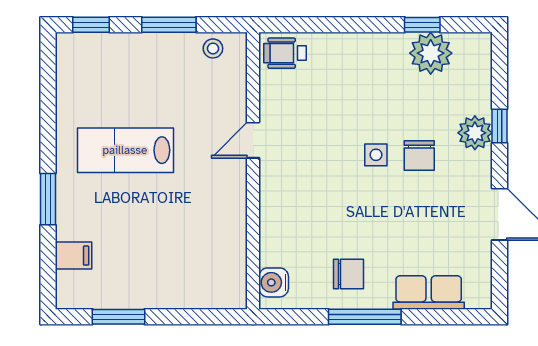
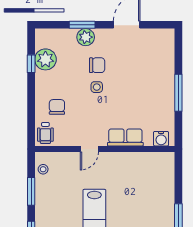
window: (500, 126) -> (82, 25), width x1.50
door: (253, 140) -> (89, 149), hinge flipped
chair: (348, 274) -> (57, 107), moved
row of seats: (429, 293) -> (125, 137), moved, turned 90

